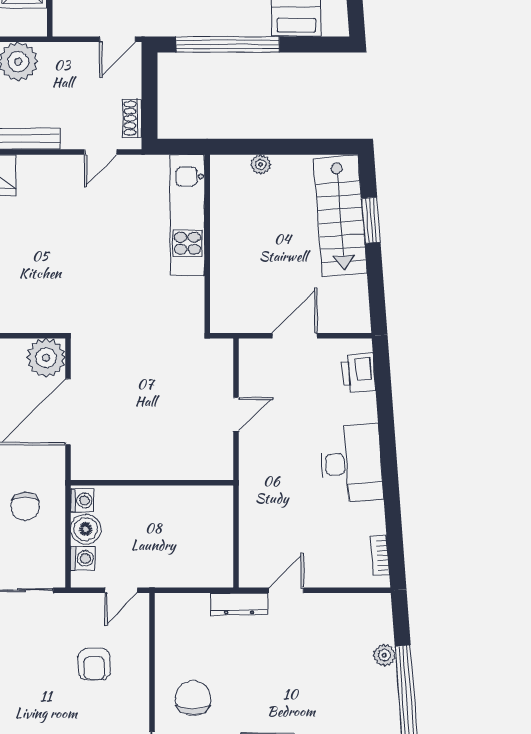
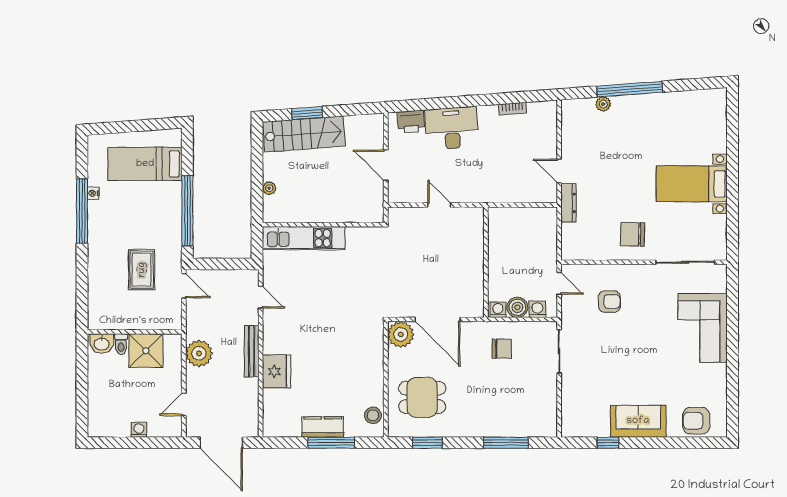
shoe rack: (132, 118) -> (238, 276), removed
desk: (351, 463) -> (452, 128), moved
bookcase: (380, 556) -> (512, 109), moved

